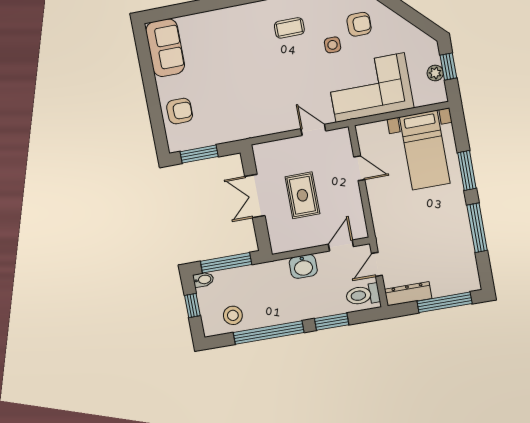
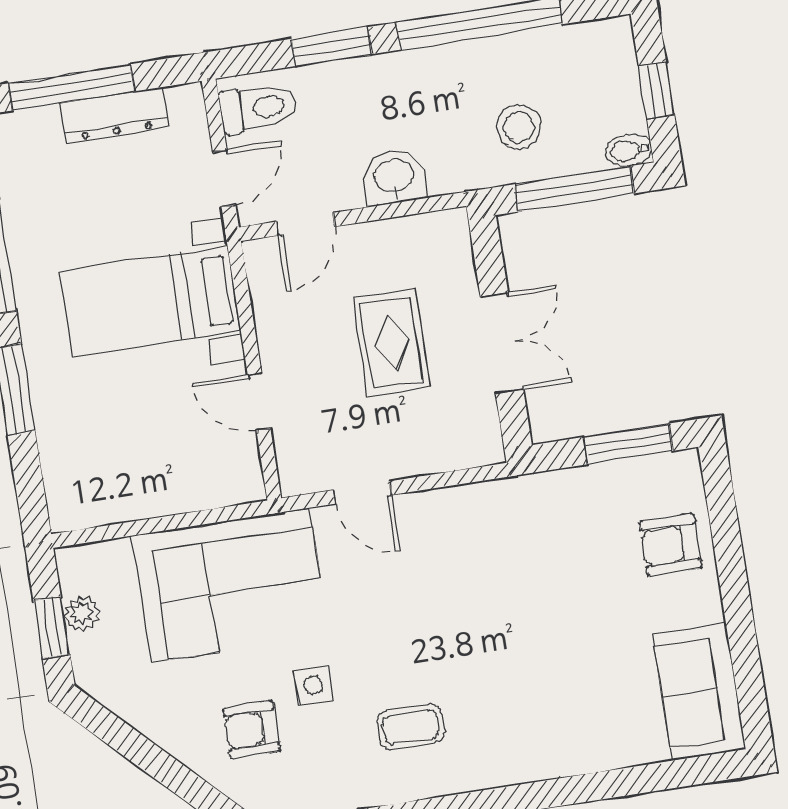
bed with nightstands: (425, 150) -> (150, 301), moved, turned -90
dresser: (408, 294) -> (114, 115), moved
stool: (233, 315) -> (519, 127), moved

